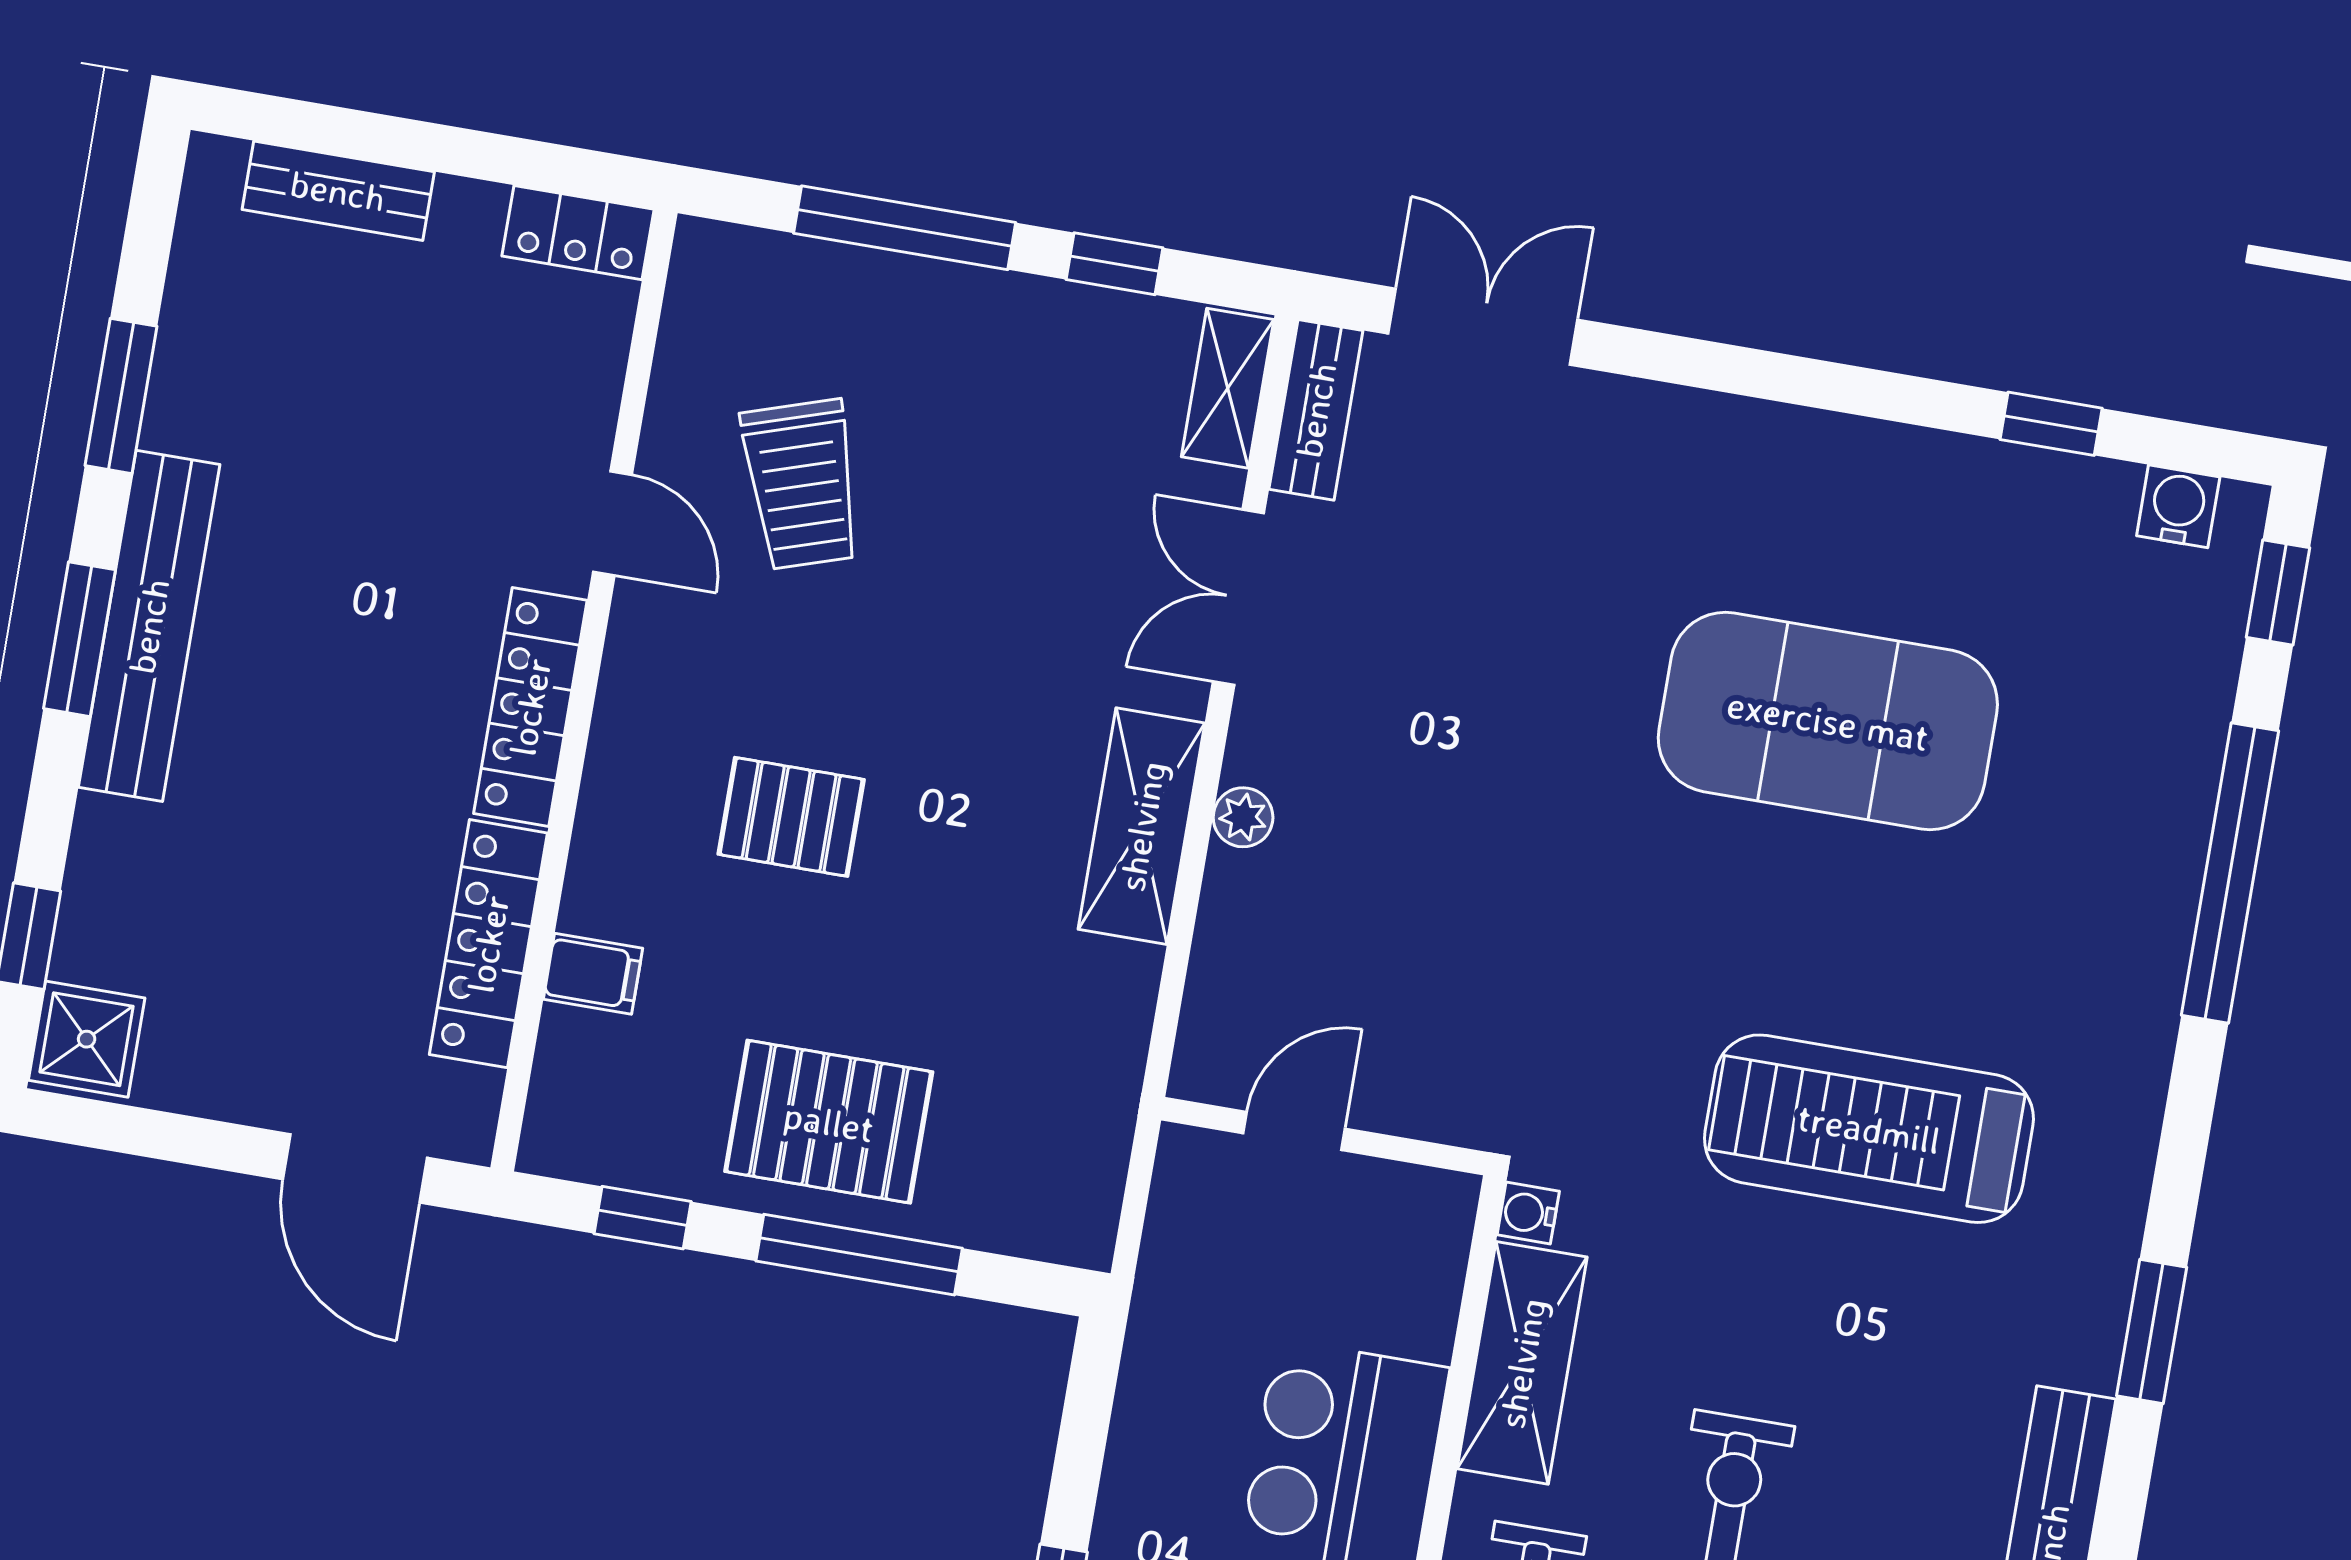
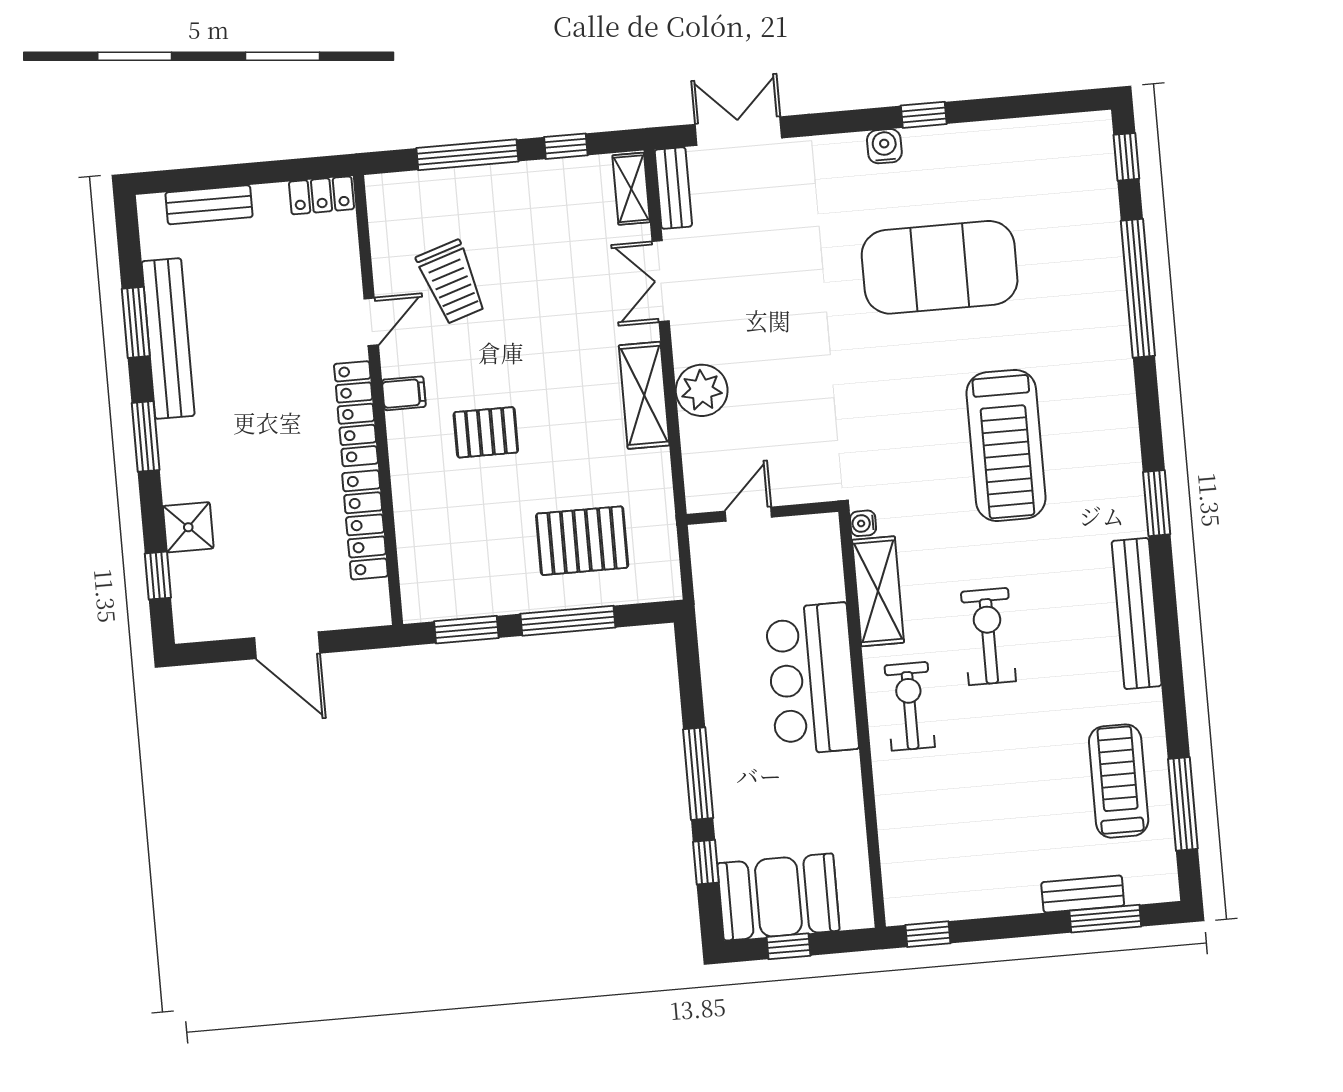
window: (2051, 424) -> (924, 115), moved
water cooler: (2178, 506) -> (884, 146), moved
door: (613, 523) -> (371, 322), hinge flipped
bench: (149, 626) -> (168, 339), moved
plant: (1243, 817) -> (702, 390), width x1.87, depth x1.87
filing cabinet: (593, 974) -> (404, 393), moved
shower: (87, 1039) -> (188, 527), moved
pallet: (829, 1122) -> (582, 541), moved
treadmill: (1869, 1129) -> (1006, 445), turned -90
door: (355, 1168) -> (287, 645), moved
window: (643, 1218) -> (466, 630), width x1.50

